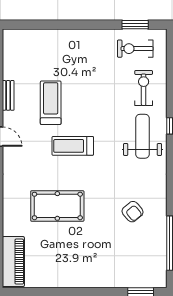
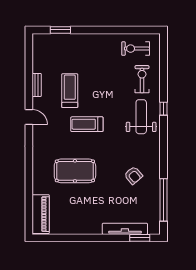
window: (135, 25) -> (60, 30), moved
tv unit: (122, 280) -> (125, 229), added

